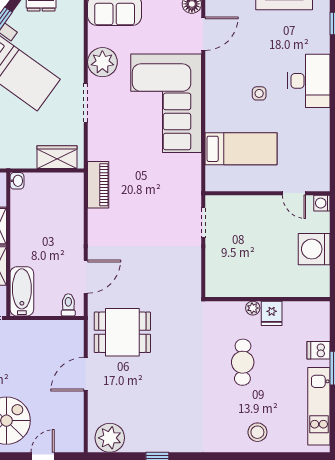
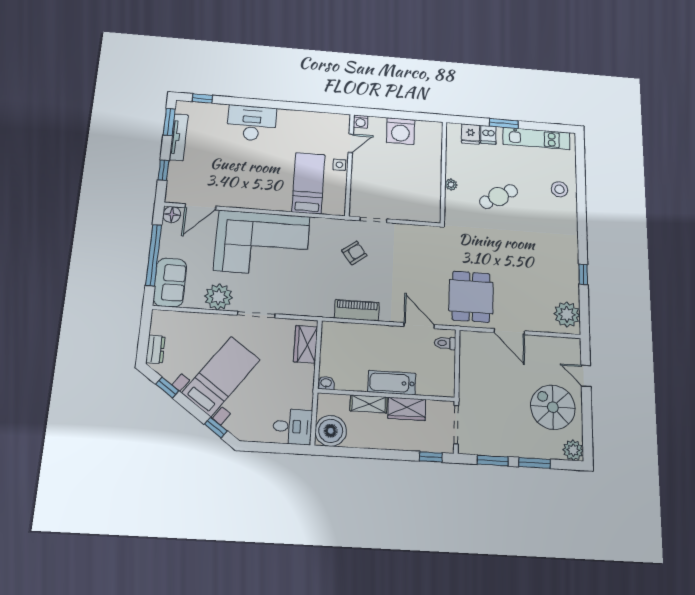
door: (203, 34) -> (200, 207), swing flipped
side table: (259, 93) -> (339, 165), moved
piano: (98, 185) -> (357, 310), moved
armchair: (163, 203) -> (354, 253), added
bathtub: (22, 291) -> (392, 383), moved
fridge: (272, 313) -> (470, 134), moved, turned 90
cafe table: (243, 362) -> (499, 197), turned -31

